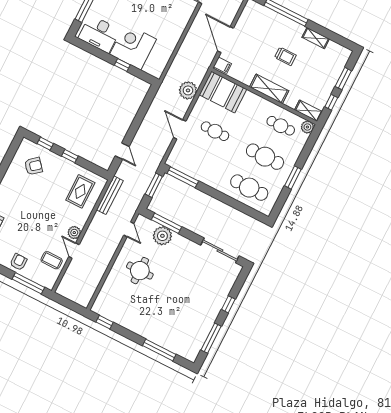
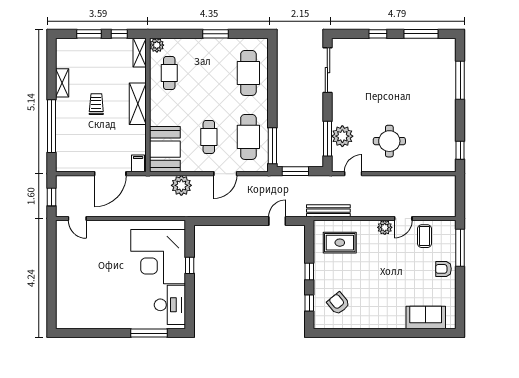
corner desk: (133, 47) -> (158, 257), width x1.36, depth x1.36
cafe table: (265, 157) -> (248, 137), moved

